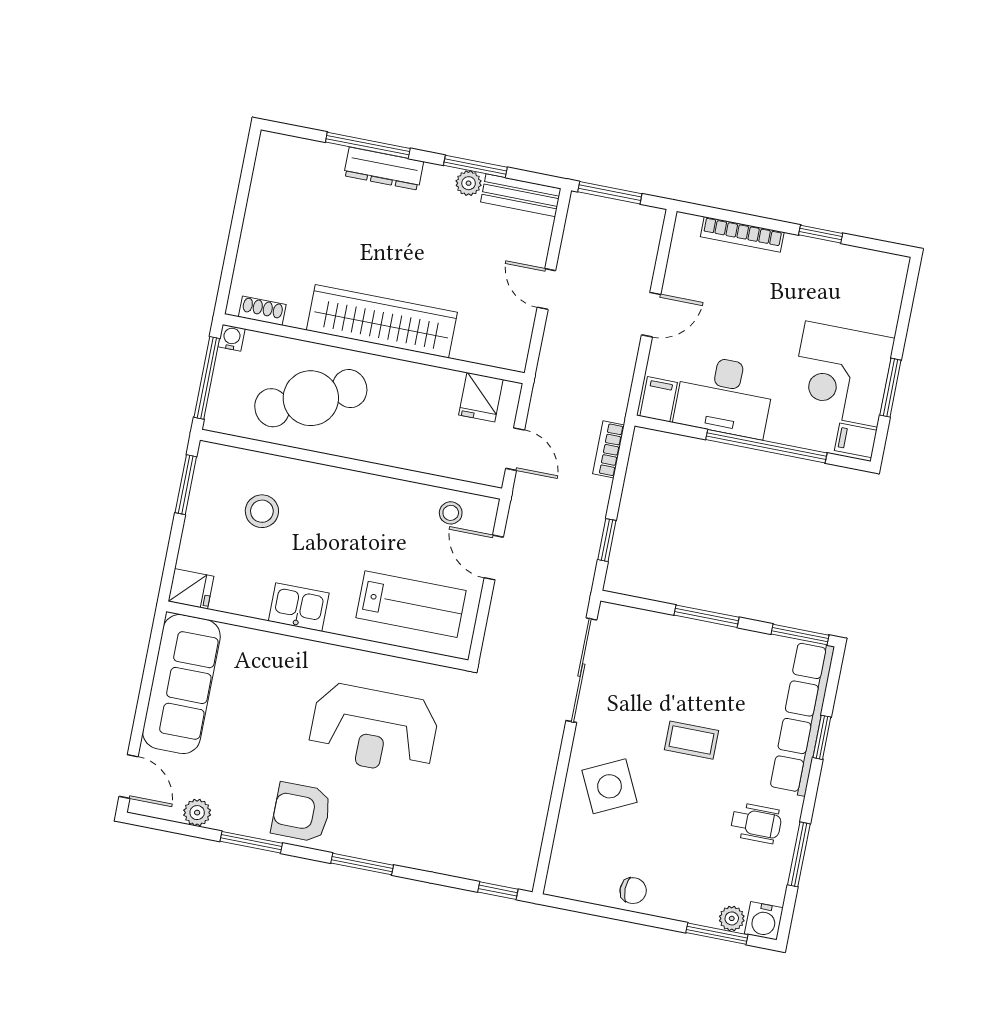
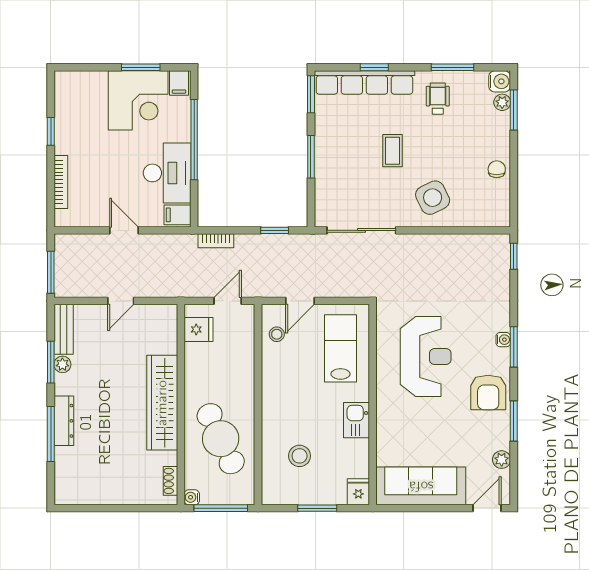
window: (186, 485) -> (317, 508), moved
water cooler: (376, 850) -> (503, 340), added

